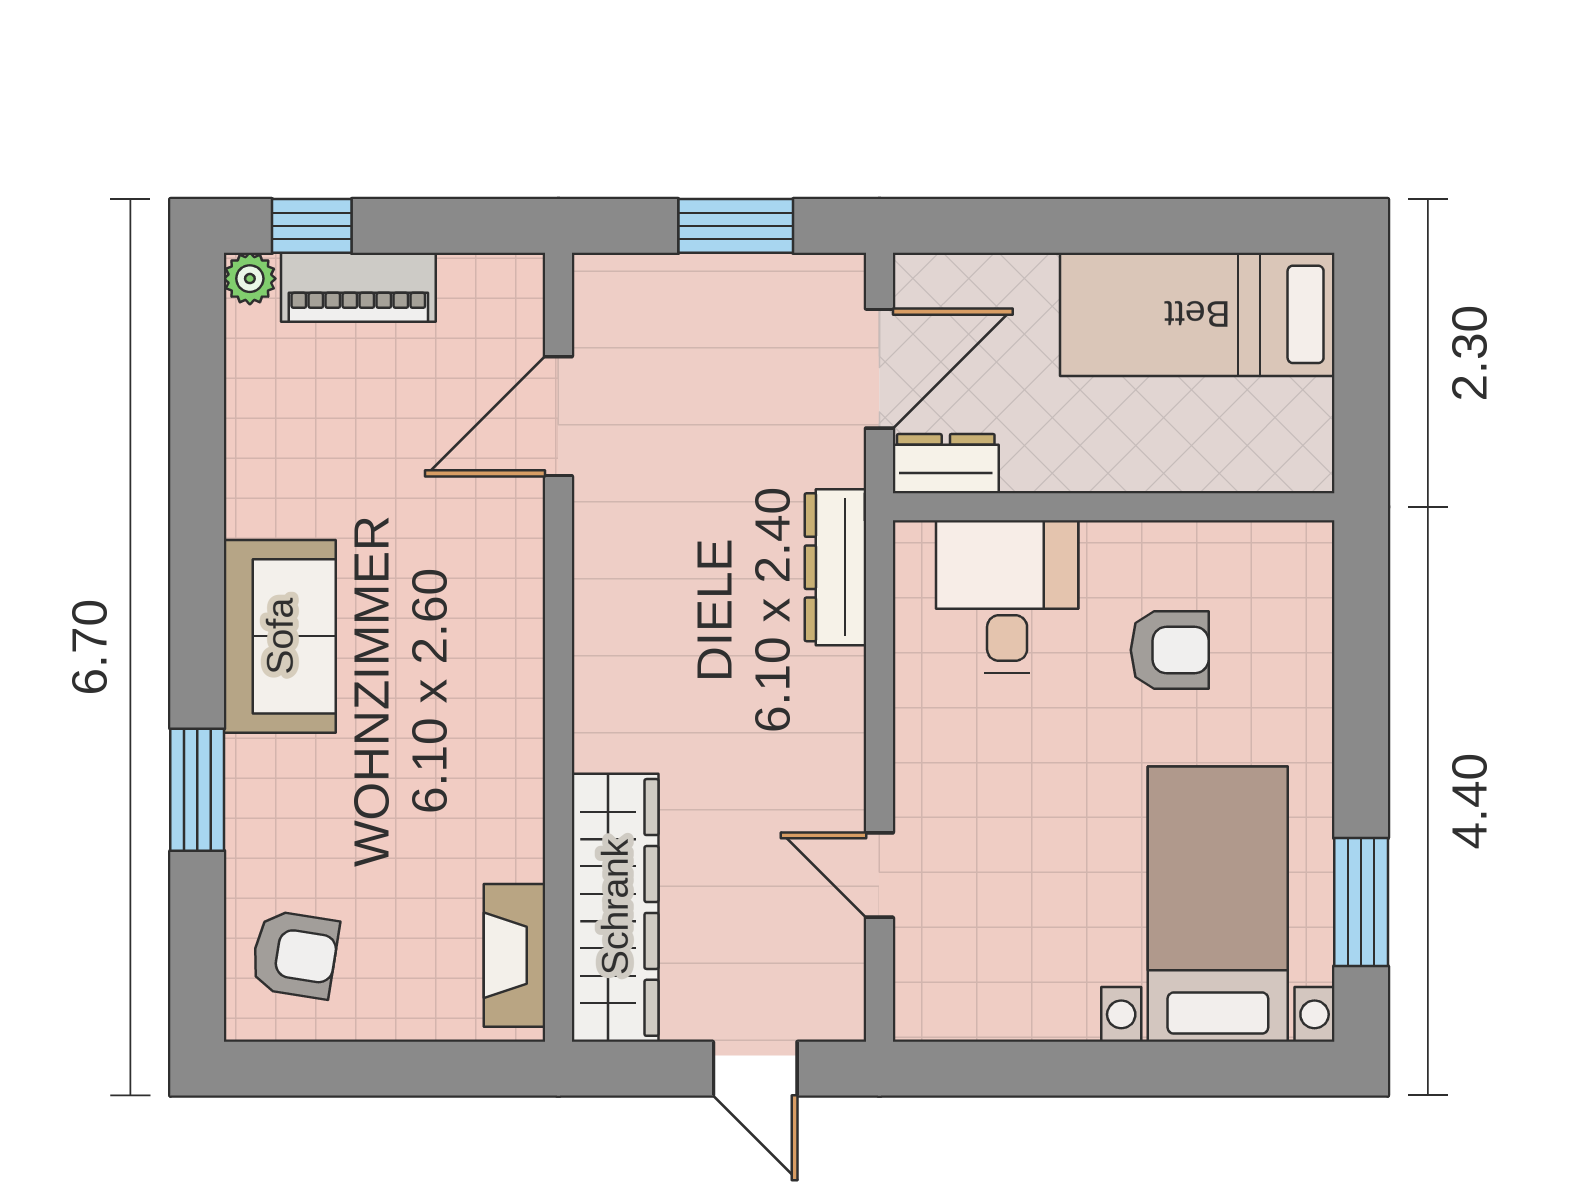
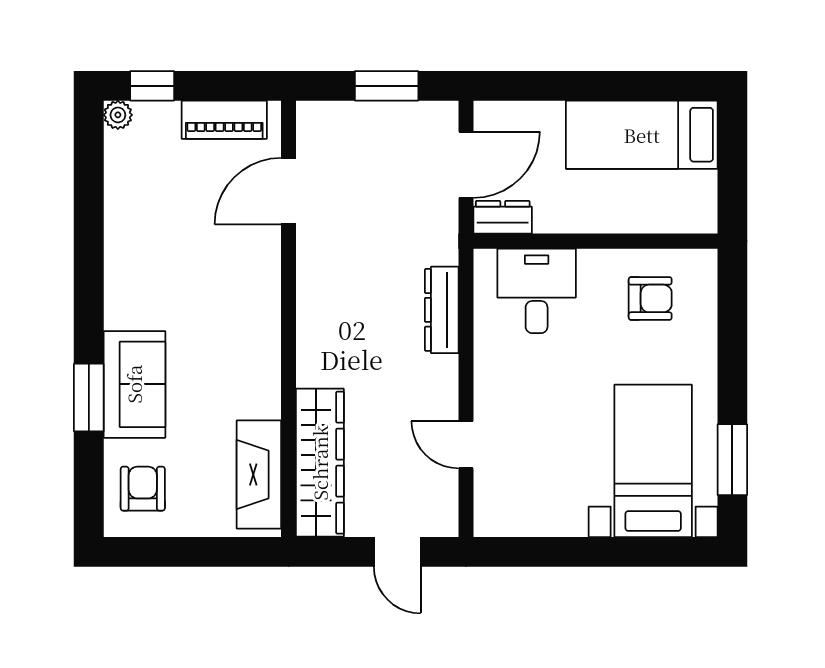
piano: (358, 287) -> (224, 120), moved
dresser: (836, 567) -> (442, 310), moved
sofa: (280, 636) -> (134, 384), moved
armchair: (1170, 650) -> (650, 298), moved
armchair: (295, 955) -> (143, 489), turned -99
fireplace: (514, 955) -> (259, 474), width x1.37, depth x1.32

